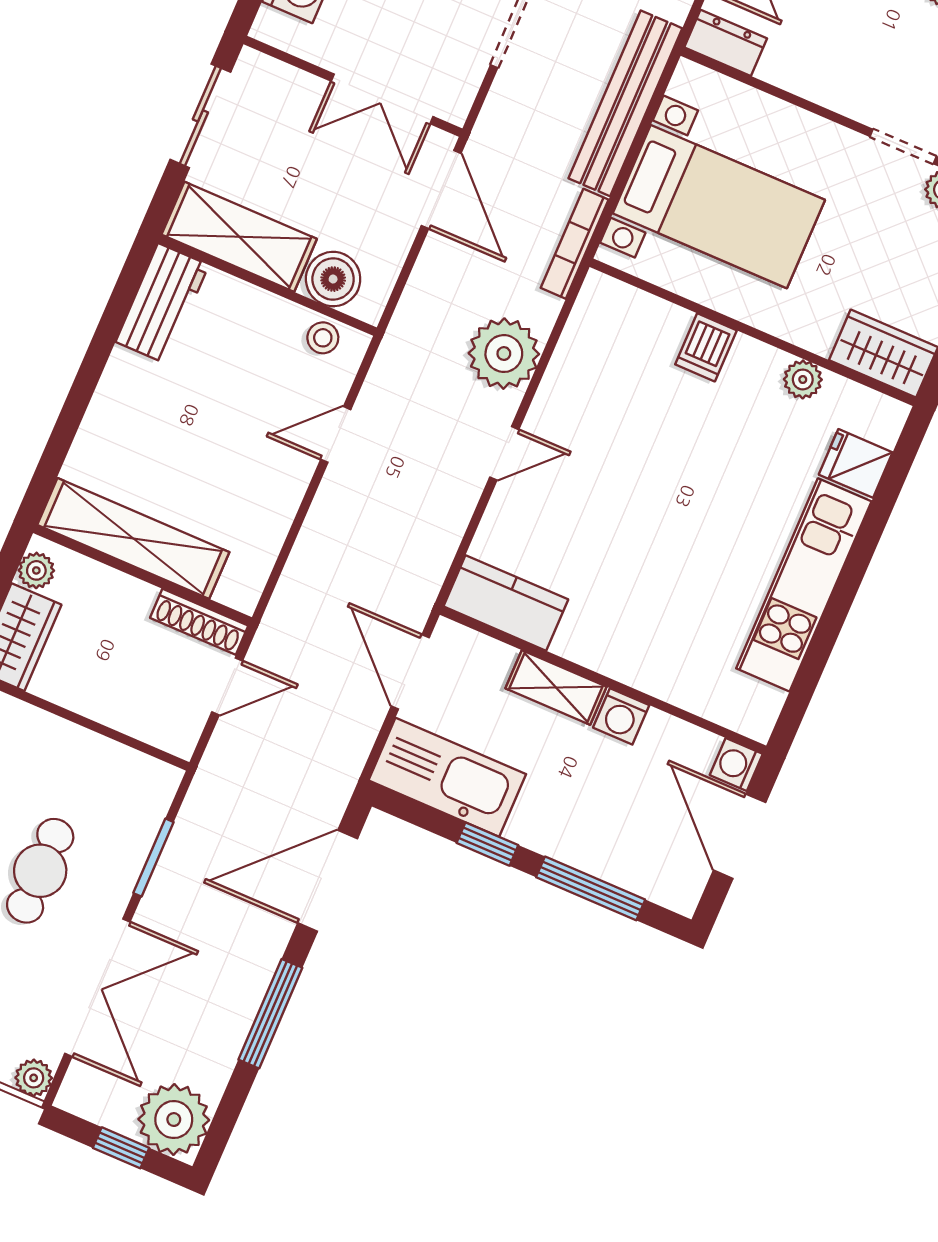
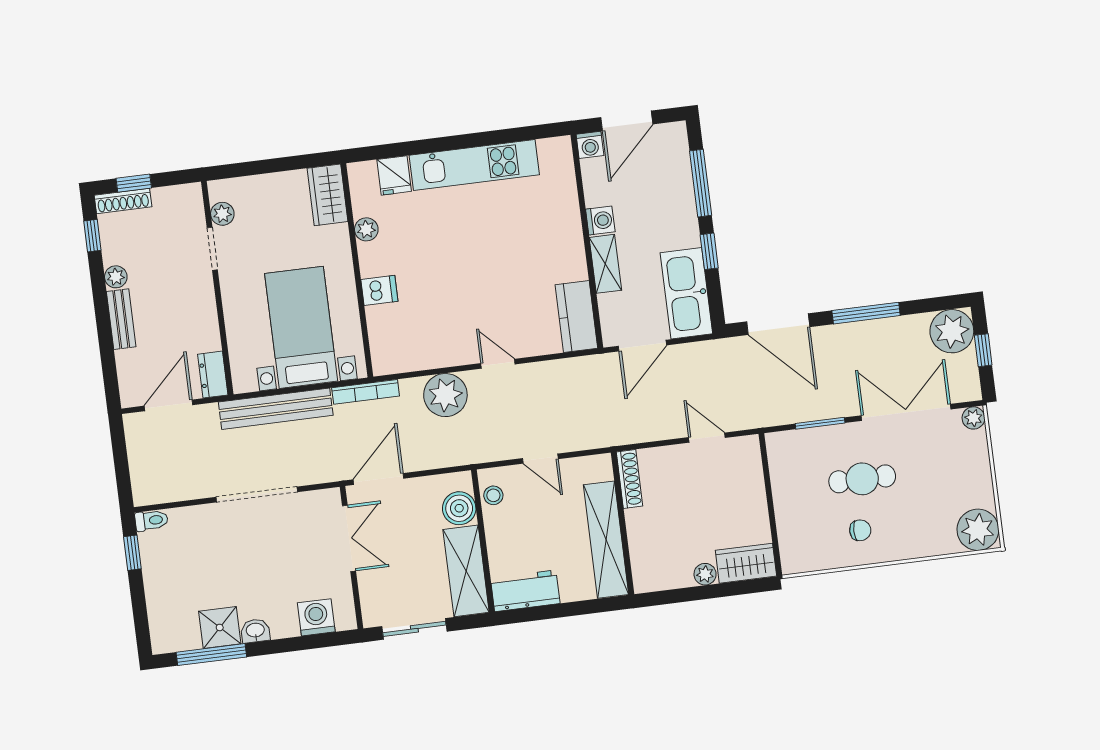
shelving: (133, 538) -> (606, 540), moved
wall: (142, 575) -> (623, 523), moved
shoe rack: (199, 622) -> (630, 479), moved

